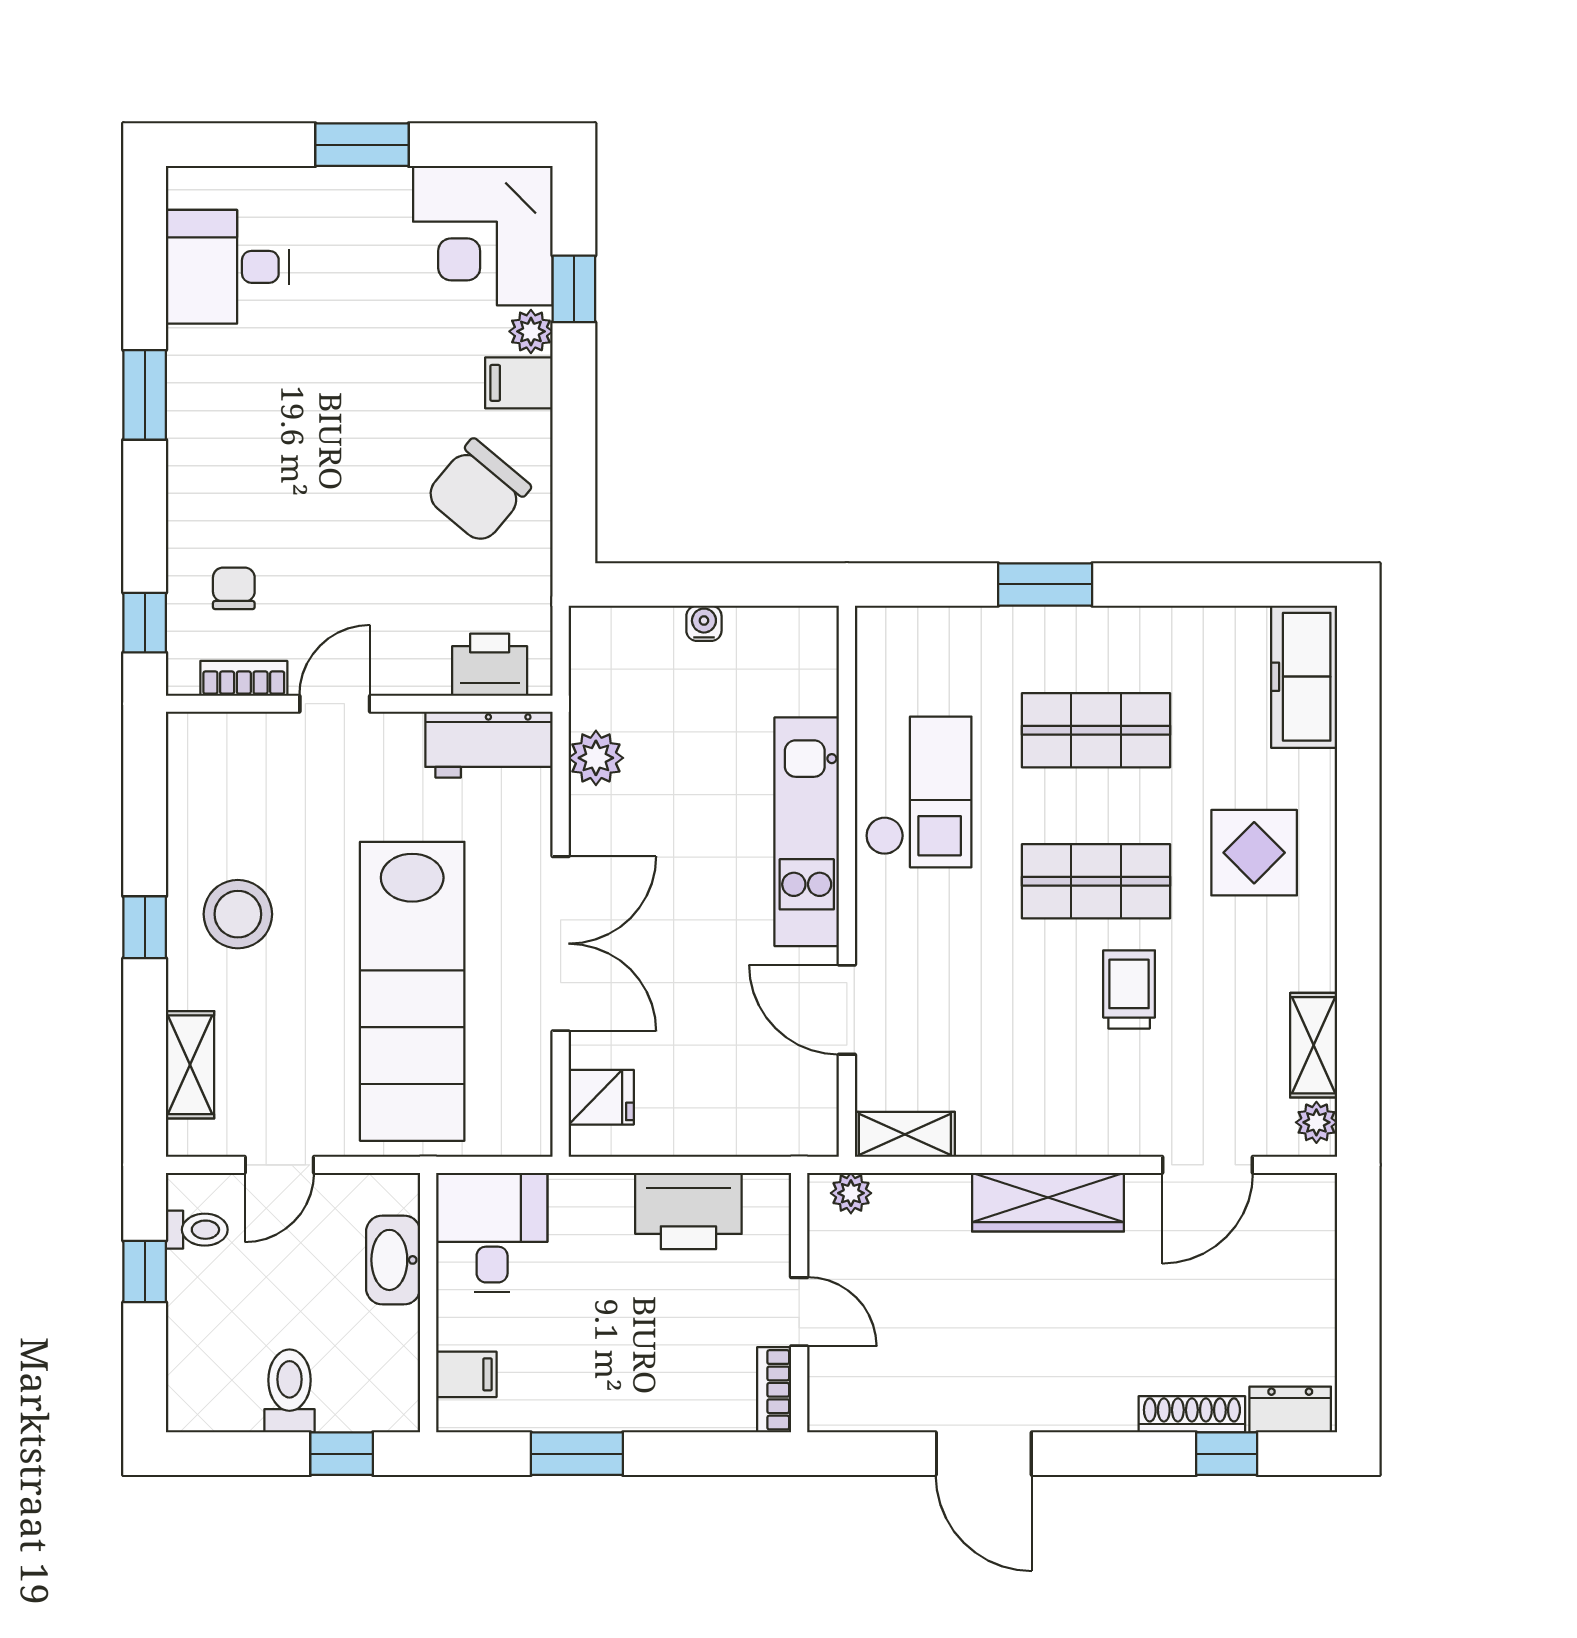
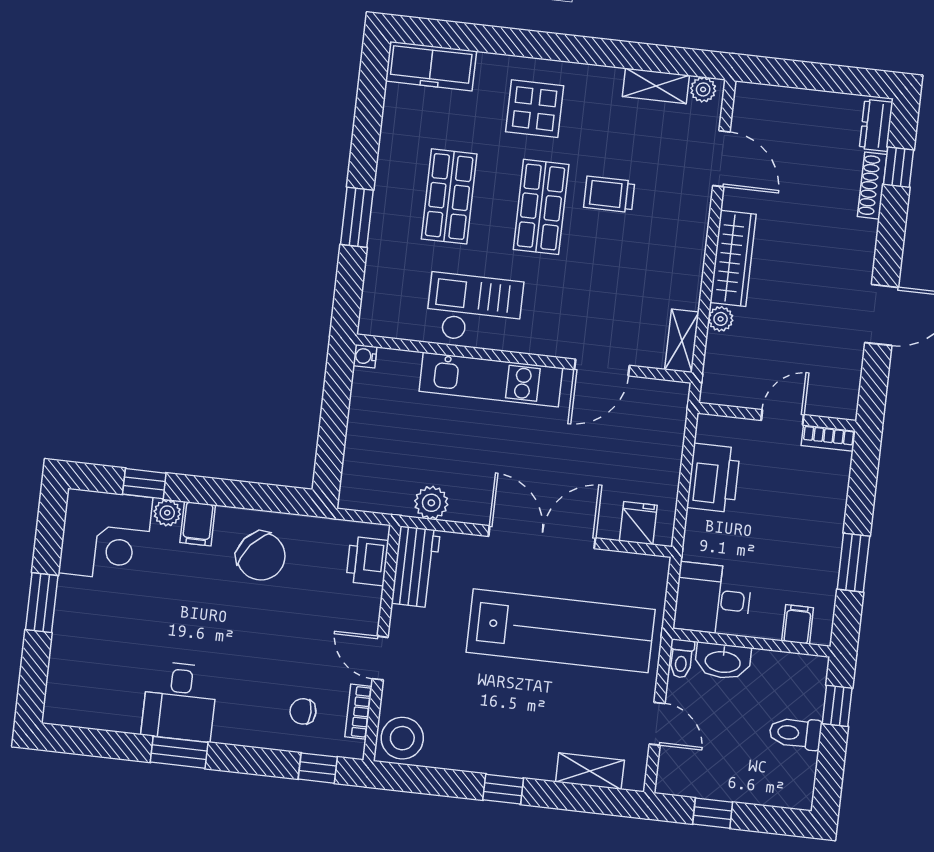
desk: (227, 267) -> (180, 701), moved
water cooler: (704, 623) -> (365, 356), moved
stool: (238, 914) -> (402, 738), moved
plant: (851, 1193) -> (721, 319), moved
toilet: (197, 1230) -> (681, 659), moved, turned 180

